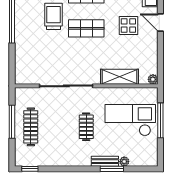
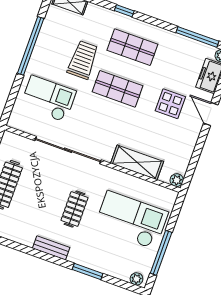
checkout: (39, 54) -> (48, 99), added
window: (160, 120) -> (161, 253), moved
bench: (105, 161) -> (51, 248), moved
plant: (124, 162) -> (136, 279), moved

